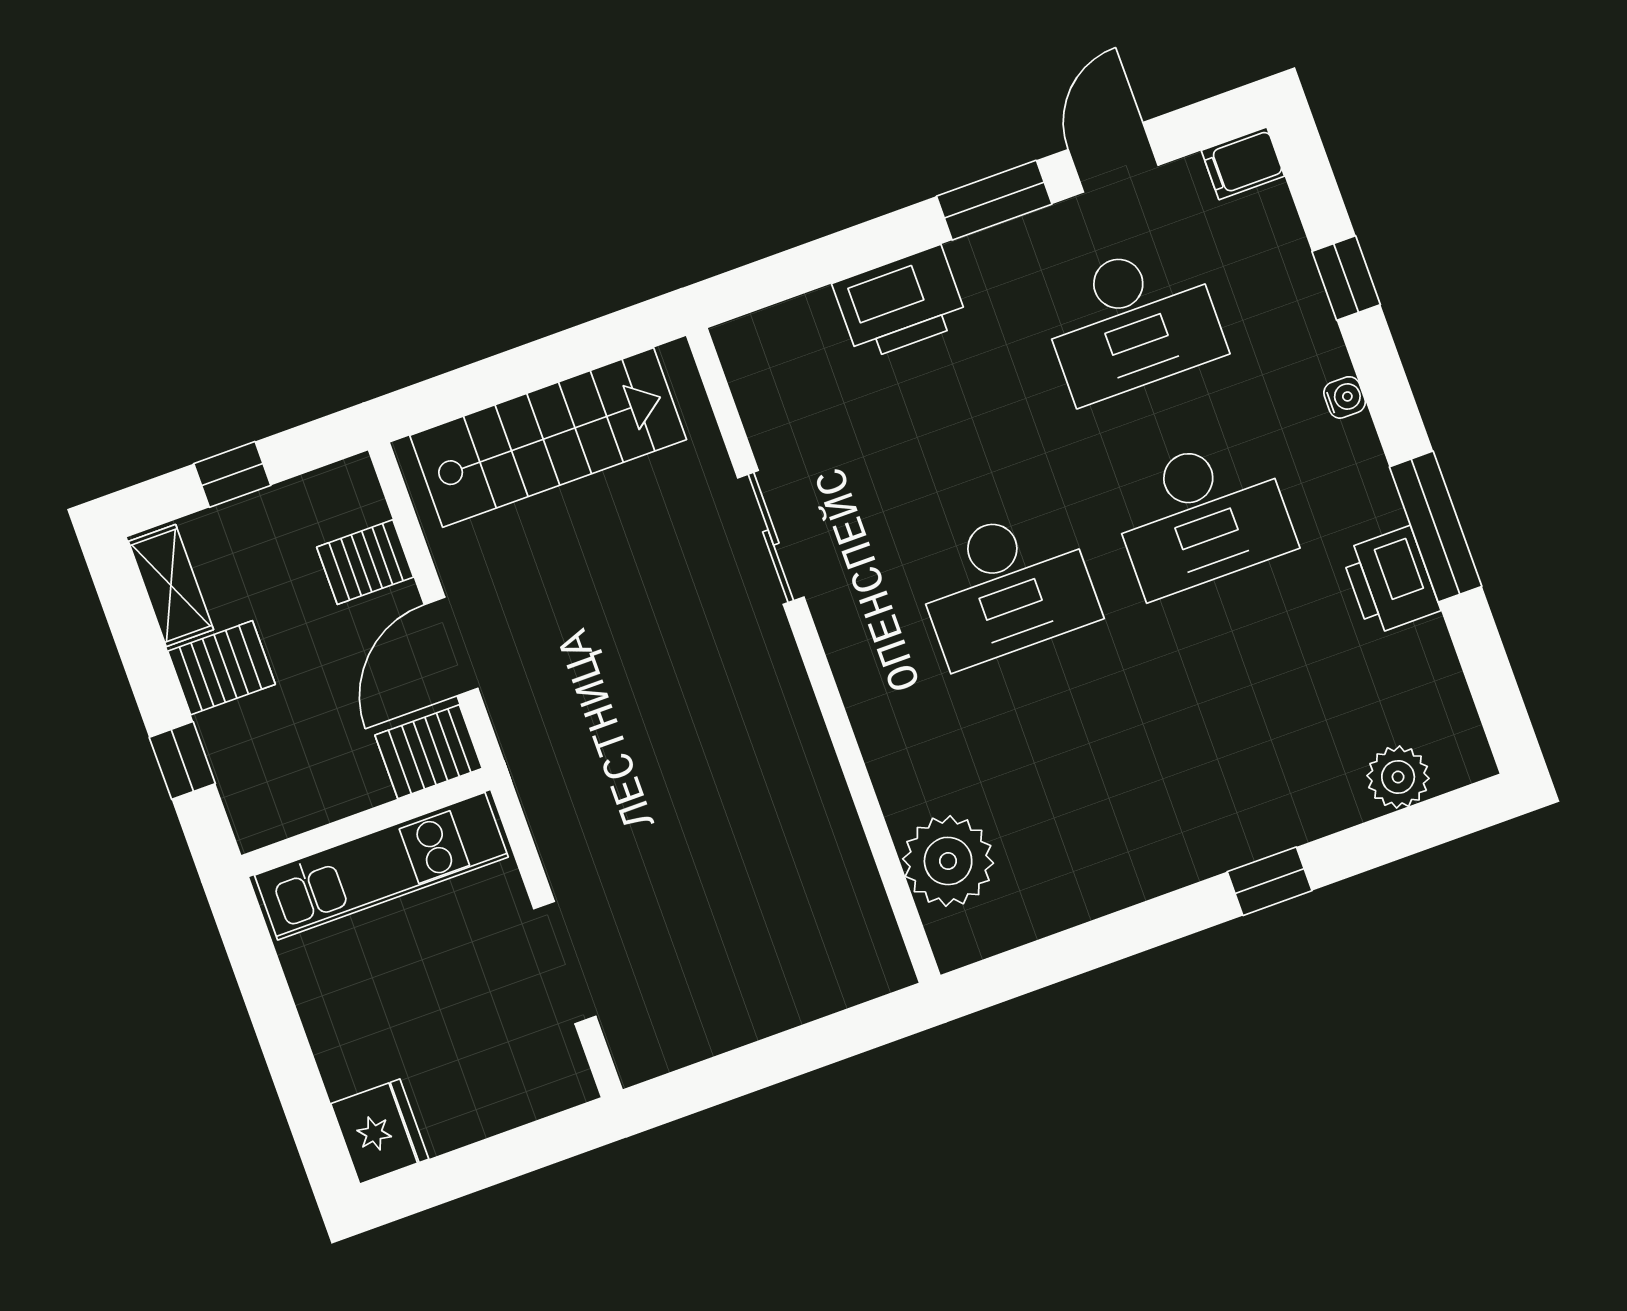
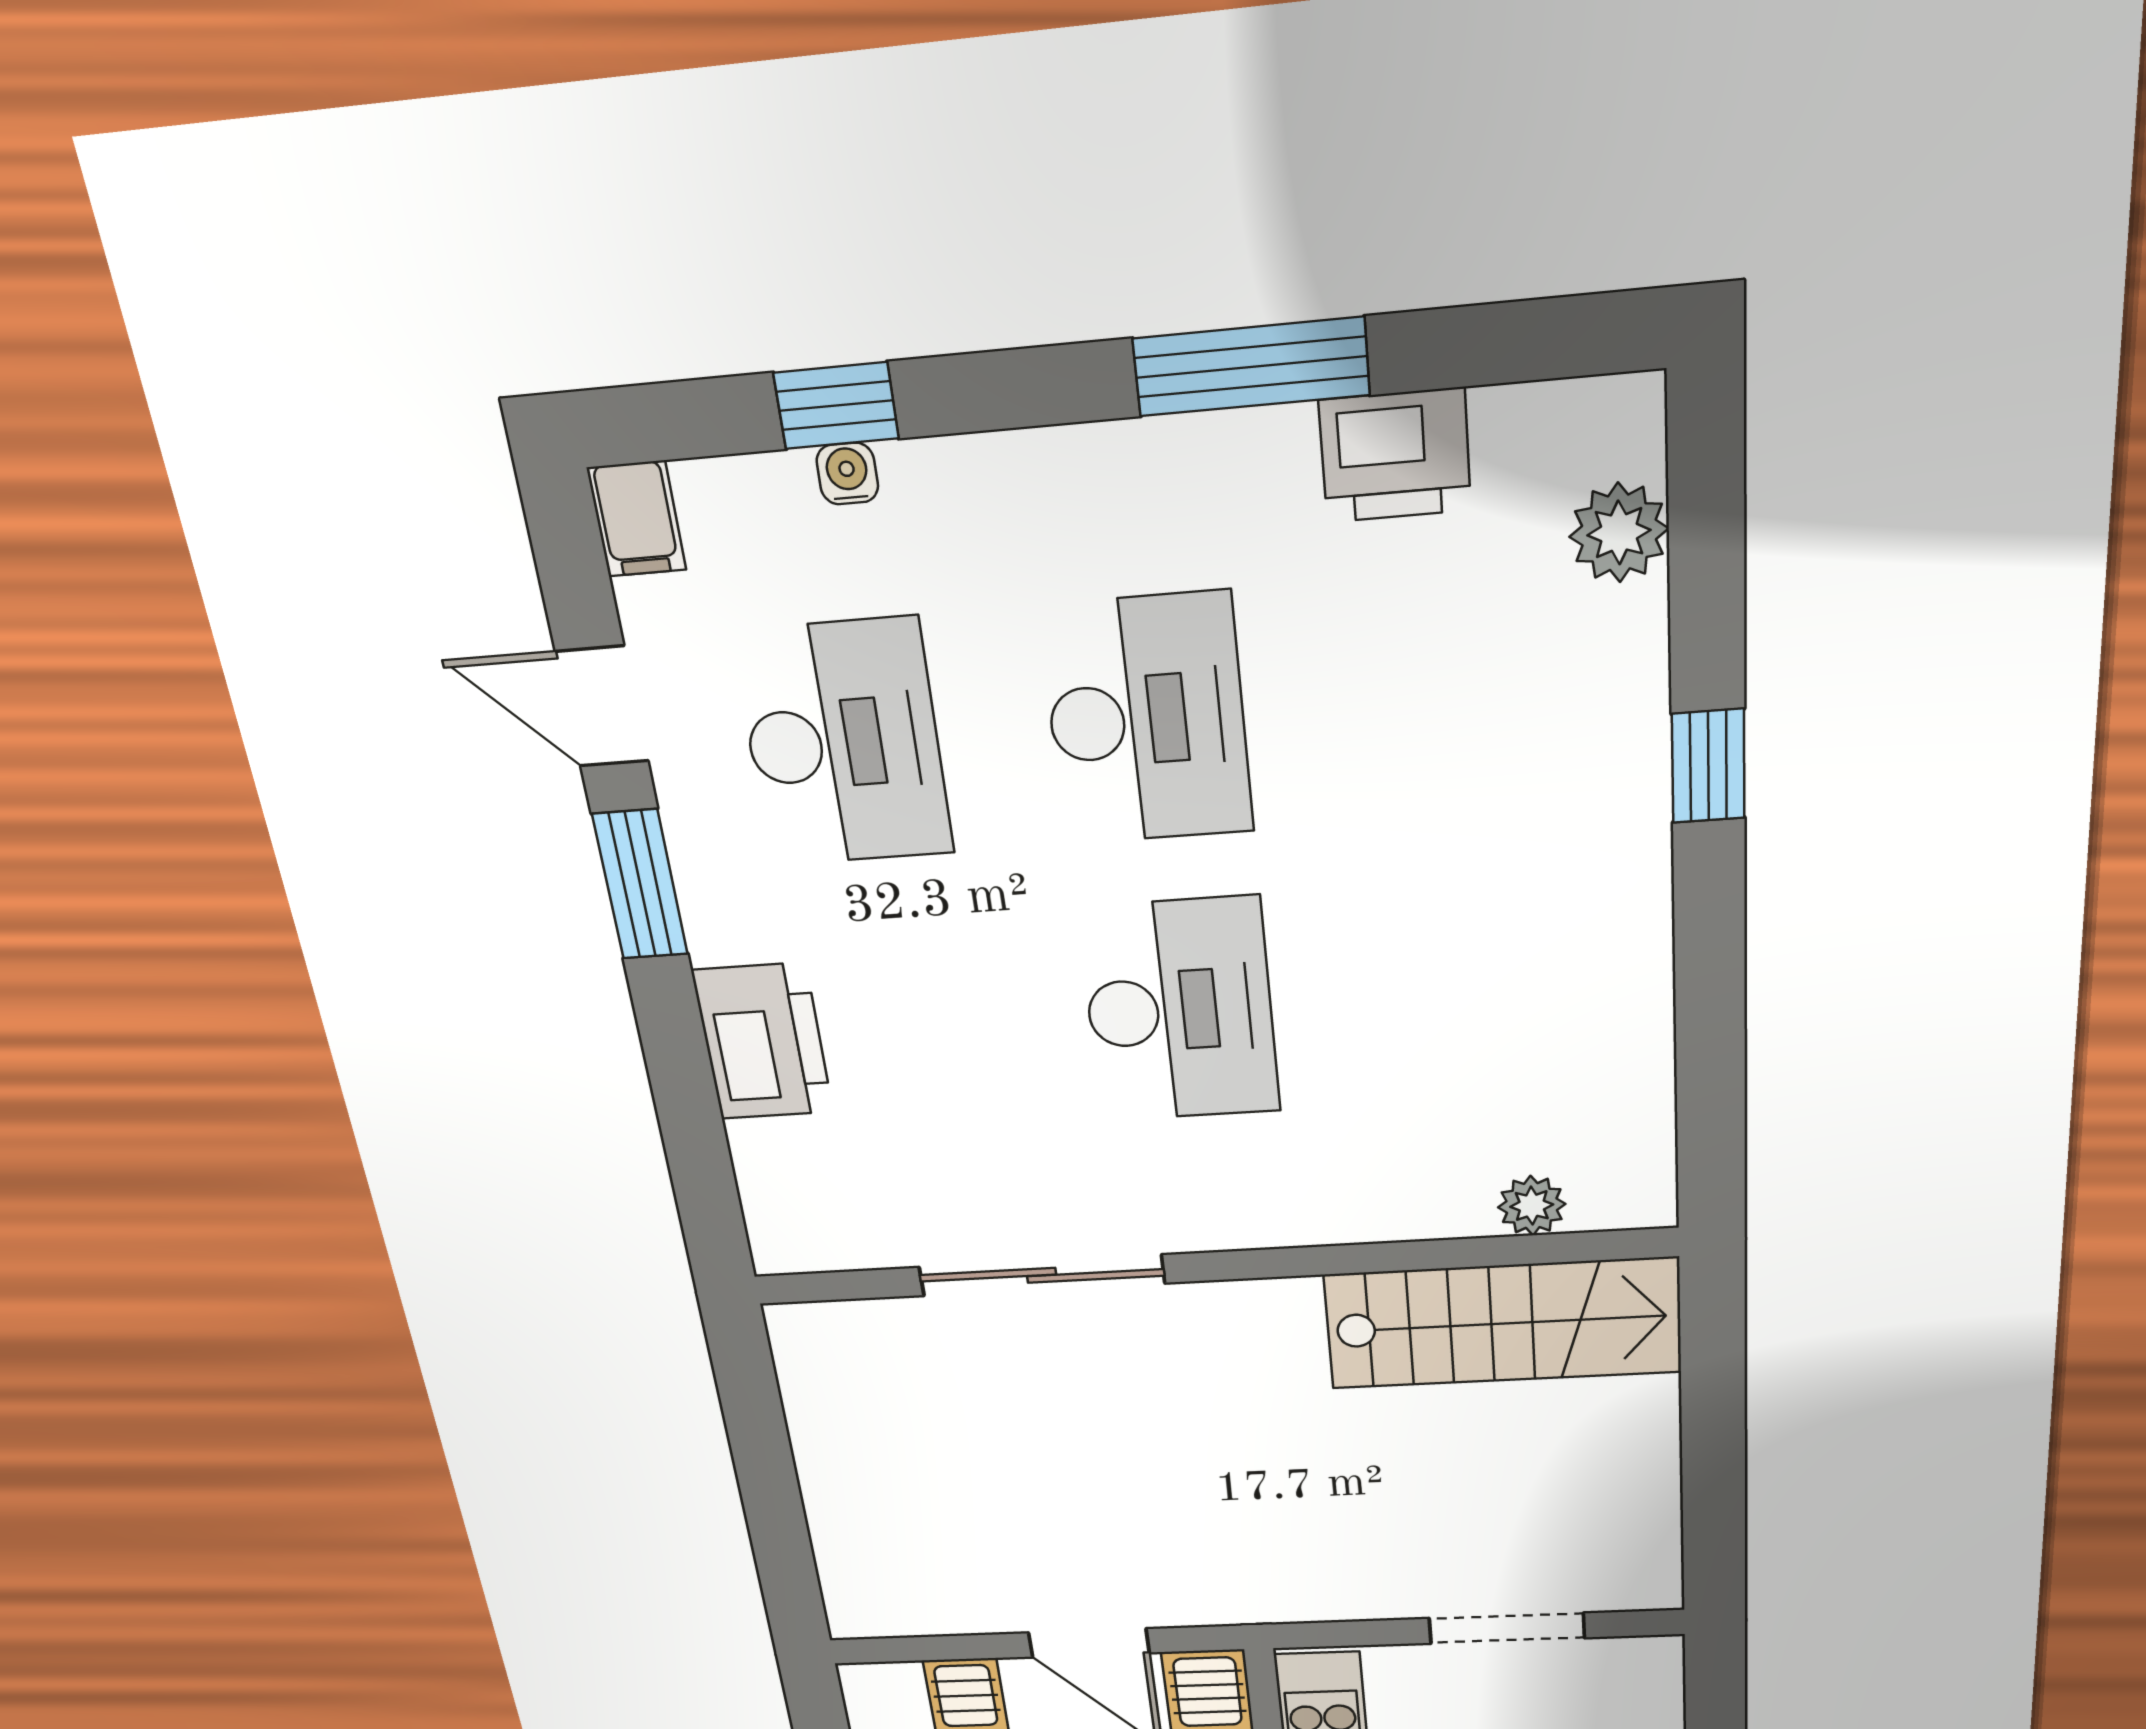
water cooler: (1345, 397) -> (847, 474), moved
stairs: (548, 437) -> (1503, 1323), moved, turned 90
sliding door: (771, 537) -> (1042, 1275), width x1.37
printer: (1390, 581) -> (1395, 455), moved
plant: (948, 861) -> (1532, 1206), width x0.53, depth x0.53

